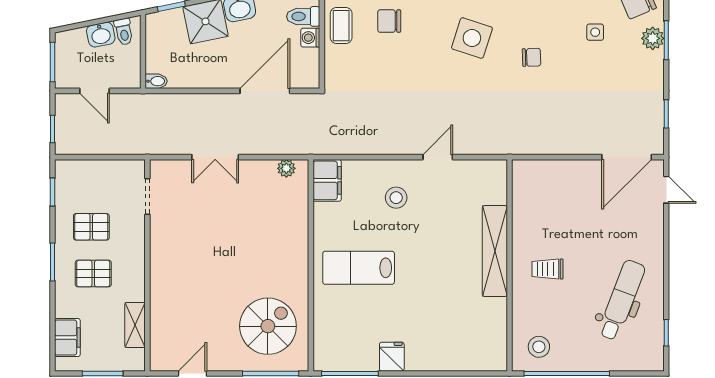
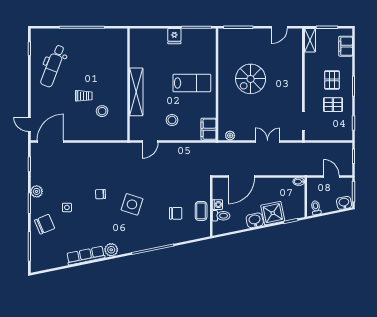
washbasin: (101, 35) -> (344, 203), moved
plant: (653, 38) -> (37, 191), moved
shelving: (495, 251) -> (136, 92), moved
wall: (510, 265) -> (128, 84), moved
trolley: (547, 269) -> (84, 96), moved
pallet: (93, 274) -> (332, 80), turned 90
shelving: (135, 325) -> (310, 40), moved
spiral stairs: (268, 326) -> (251, 79), moved
stool: (539, 347) -> (102, 111), moved

